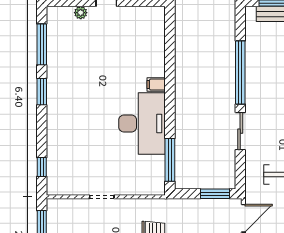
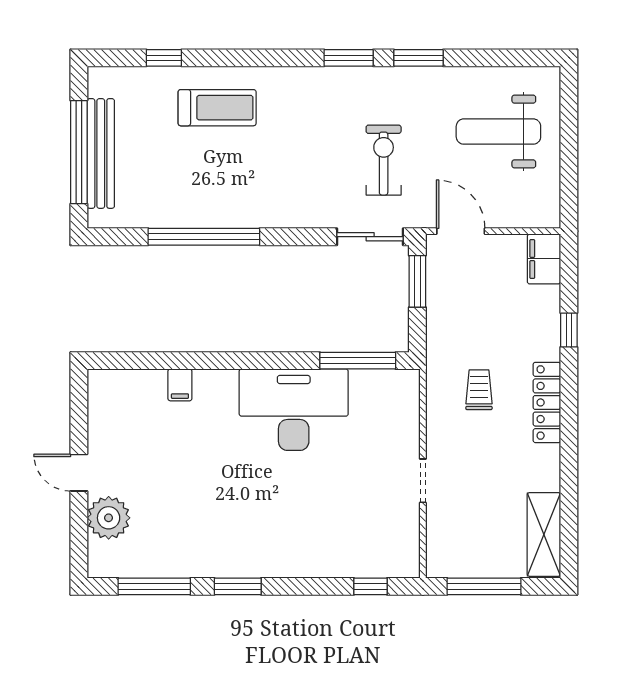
plant: (81, 13) -> (109, 518), width x1.87, depth x1.87
filing cabinet: (156, 84) -> (180, 385), moved
sliding door: (240, 131) -> (370, 237), moved

